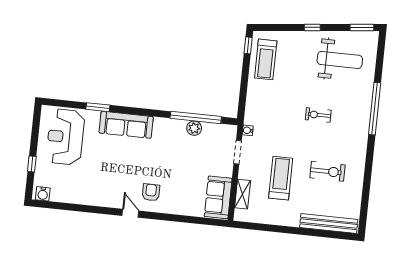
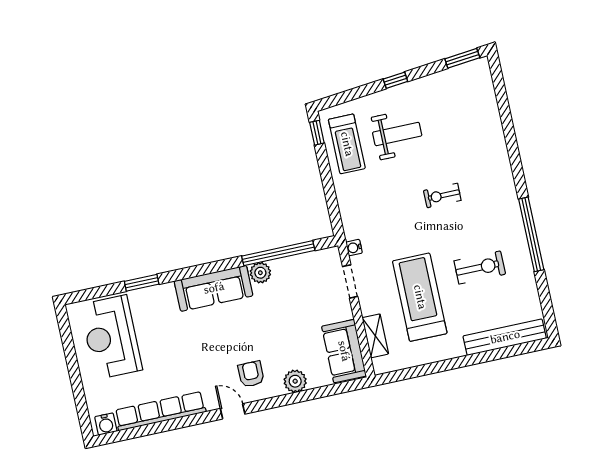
weight bench: (340, 60) -> (397, 134), moved, width x0.73, depth x0.75
window: (375, 109) -> (531, 234), moved
sofa: (126, 125) -> (214, 288), moved
plant: (194, 128) -> (260, 273), moved
window: (32, 164) -> (78, 389), removed
treadmill: (281, 178) -> (420, 297), width x1.37, depth x1.38
row of seats: (82, 197) -> (160, 411), added
plant: (179, 207) -> (295, 381), added

